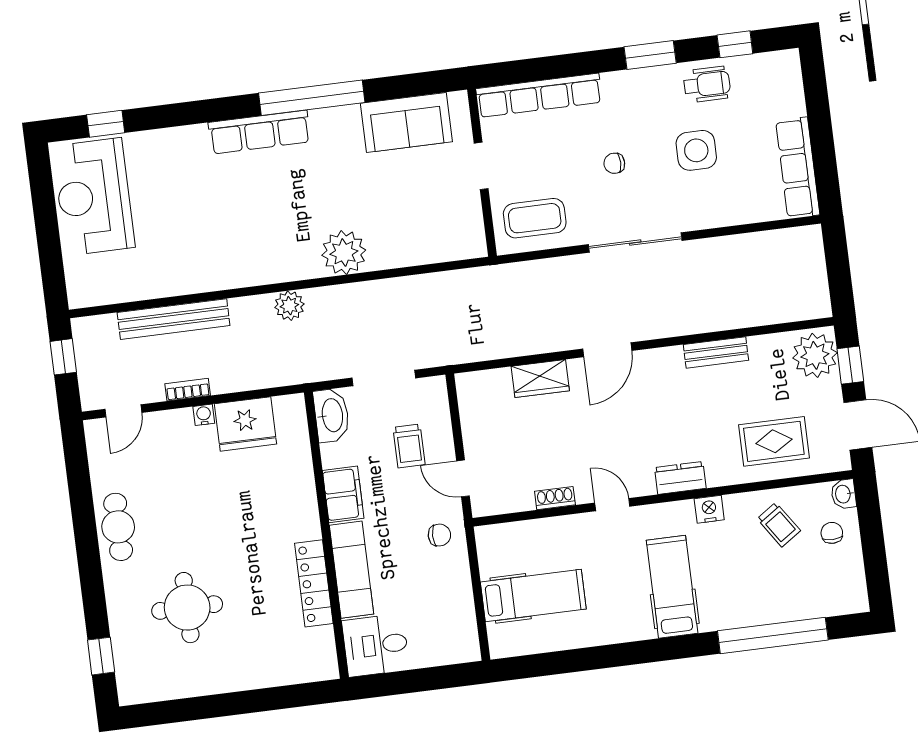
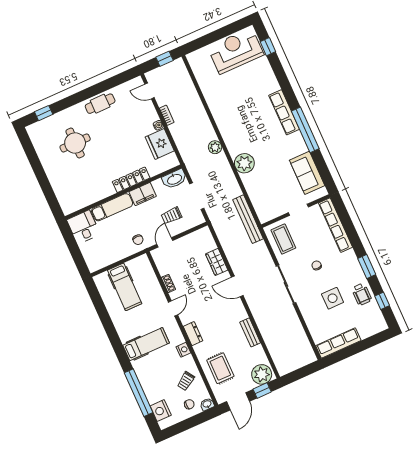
bench: (174, 319) -> (248, 219), moved
locker: (314, 583) -> (131, 180), moved
nightstand: (827, 599) -> (161, 411), added

